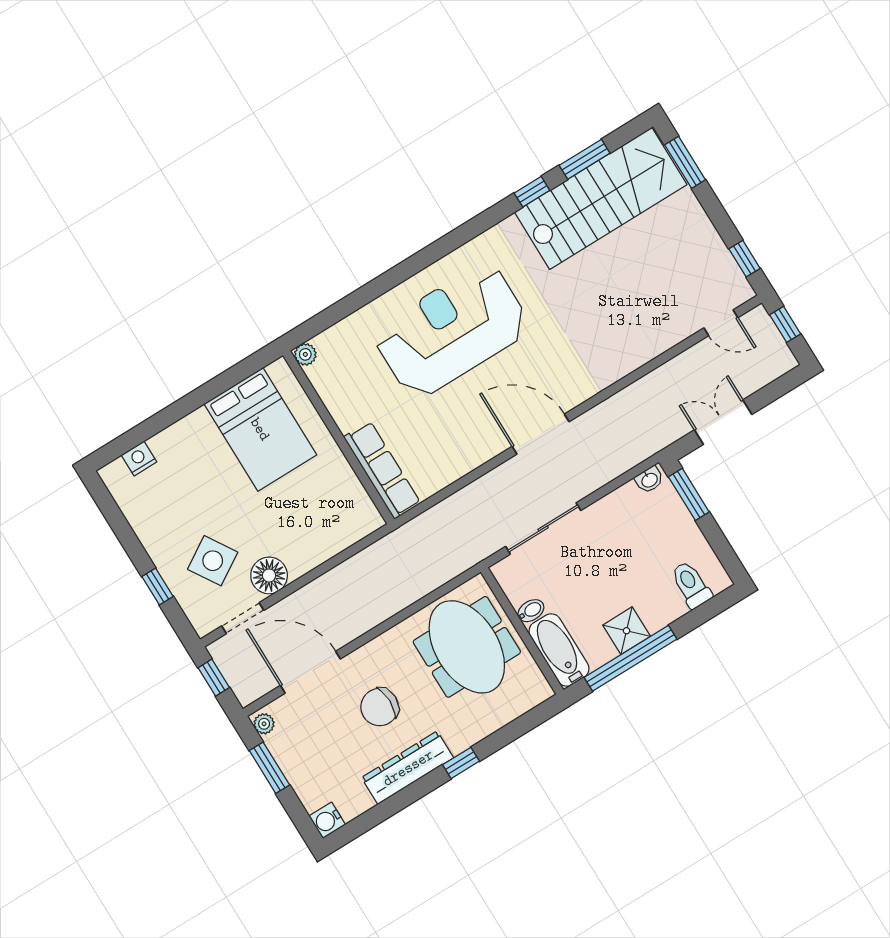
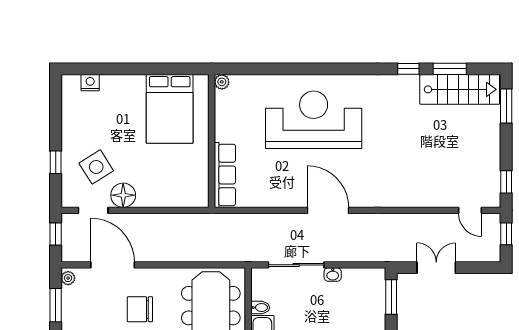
stairs: (601, 198) -> (460, 89), width x0.73, depth x0.66
washbasin: (649, 480) -> (333, 275), moved

